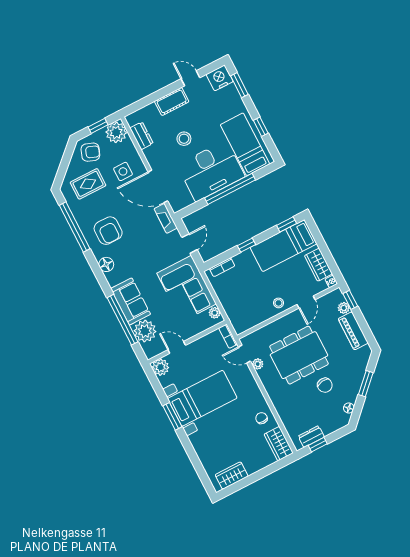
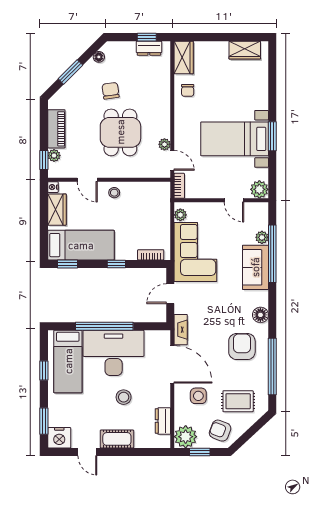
door: (306, 302) -> (87, 180), swing flipped
plant: (145, 331) -> (262, 237), width x0.53, depth x0.53
dining table: (299, 355) -> (120, 132), width x0.73

